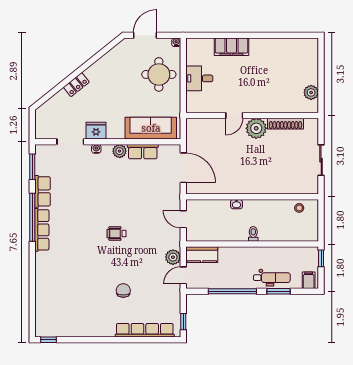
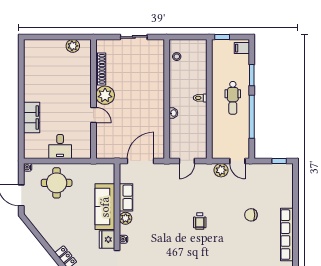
sofa: (151, 128) -> (105, 207), moved
kitchen counter: (202, 255) -> (219, 144), removed
dental chair: (272, 278) -> (233, 98), moved, turned 180
row of seats: (145, 330) -> (287, 235), moved

